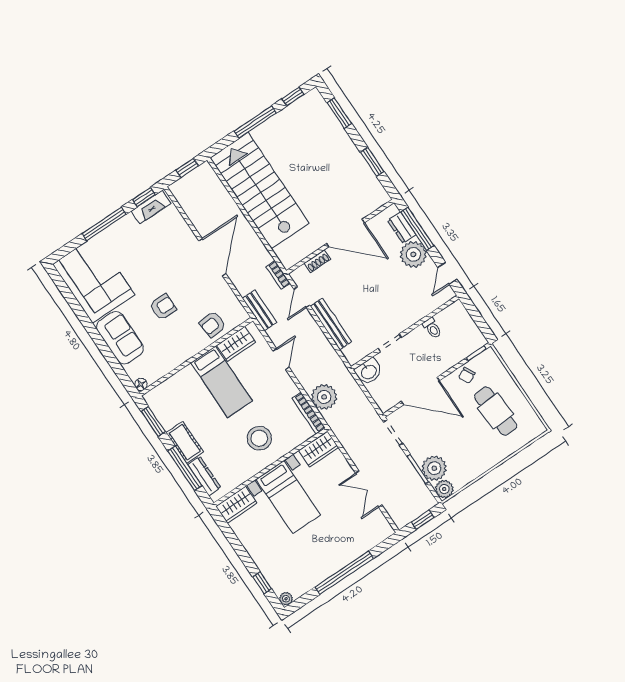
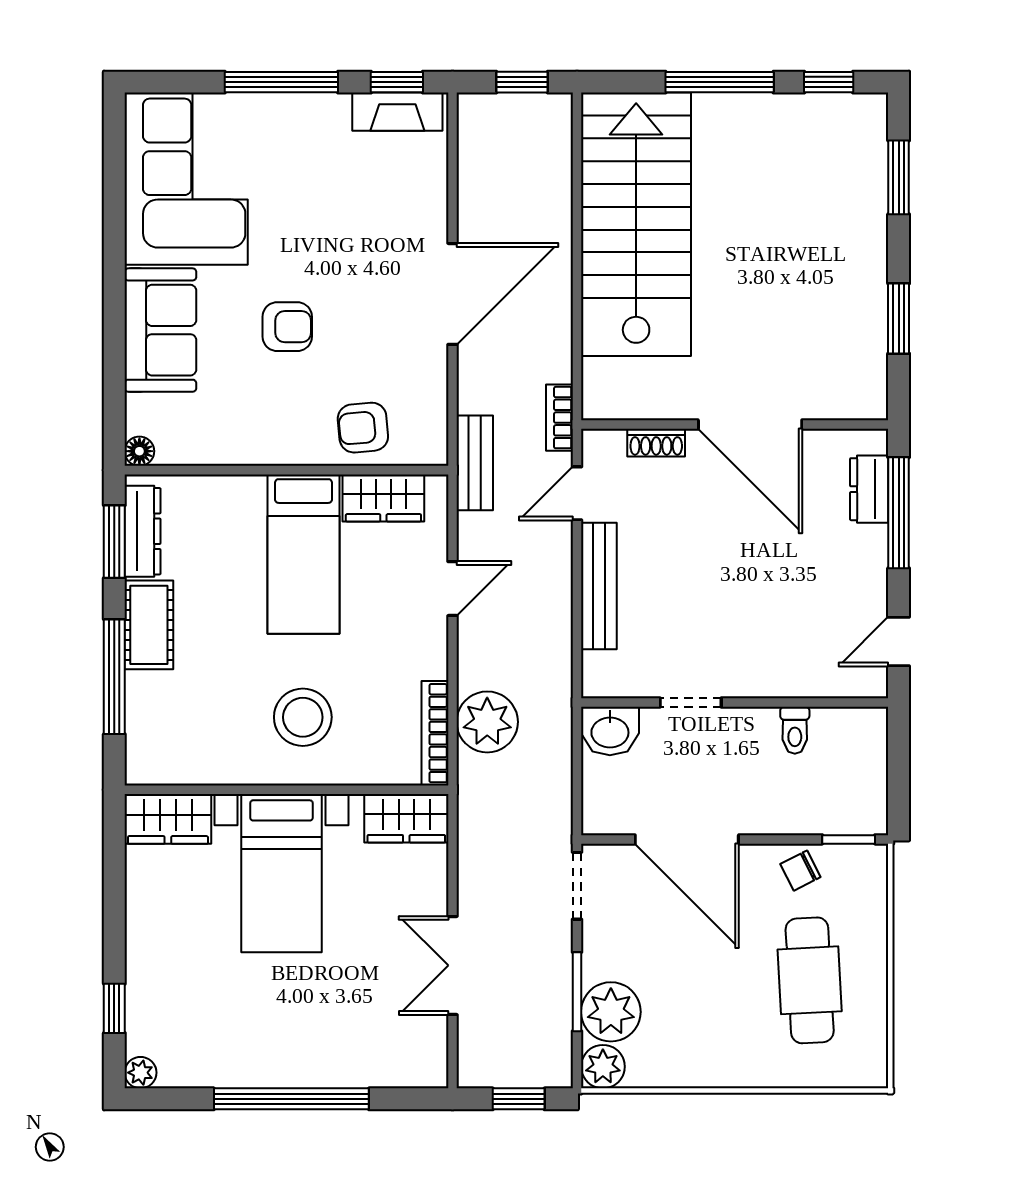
plant: (413, 254) -> (856, 558), removed
dresser: (204, 476) -> (143, 531), moved

